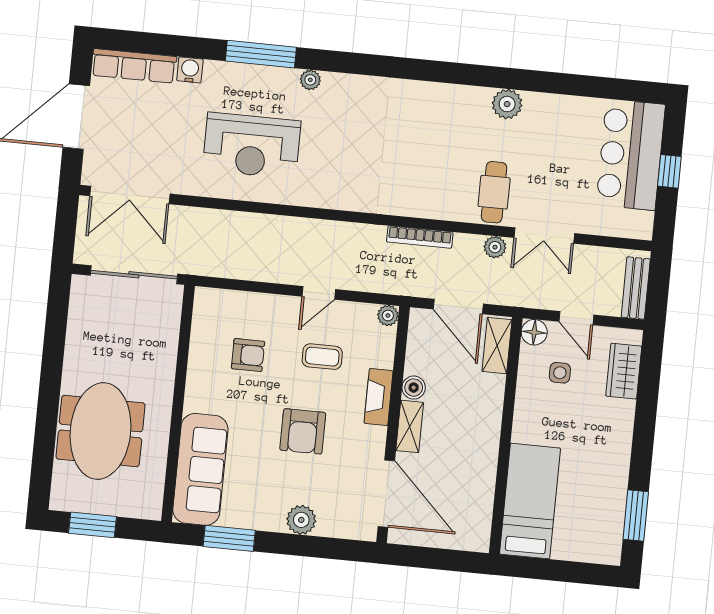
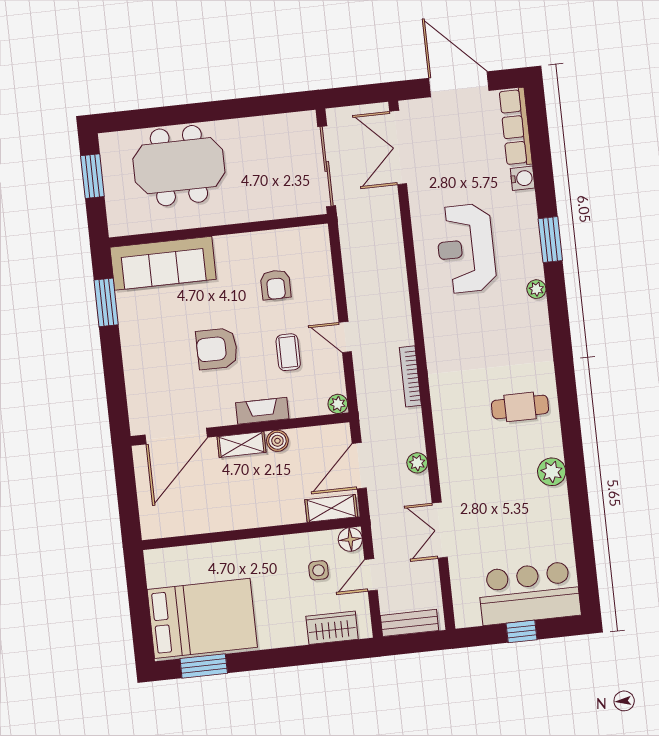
window: (261, 54) -> (550, 240), width x0.69
cafe table: (494, 192) -> (520, 407), moved
bookcase: (420, 237) -> (410, 376), moved
plant: (495, 247) -> (417, 463), moved
bed: (530, 501) -> (202, 618), moved, width x1.50
plant: (301, 520) -> (136, 364), removed

